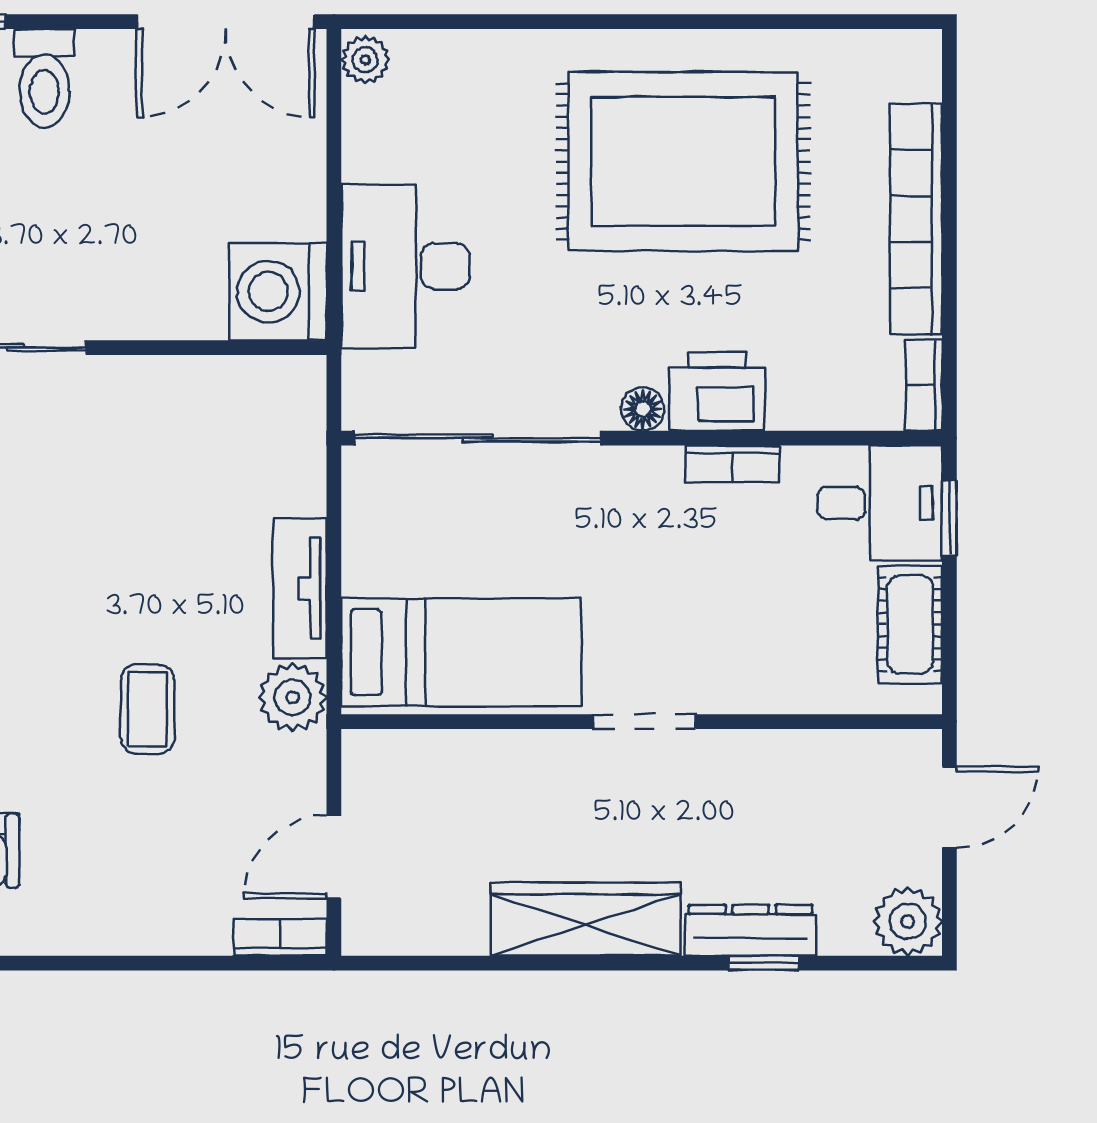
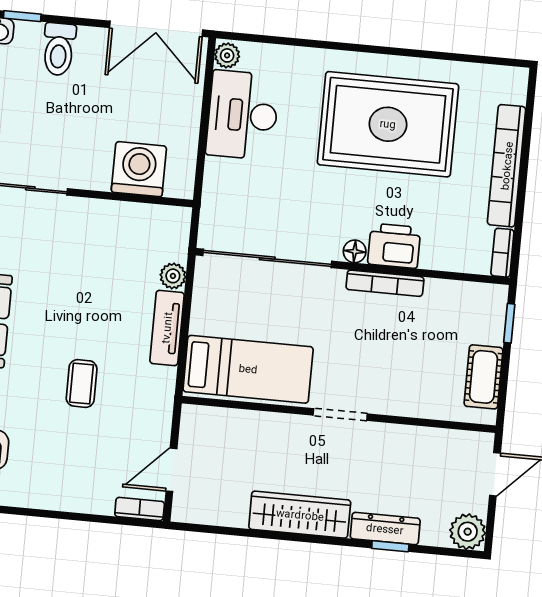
desk: (405, 266) -> (243, 115), moved
washing machine: (278, 292) -> (139, 169), moved, turned 90
bookcase: (732, 464) -> (385, 283), width x1.56
desk: (880, 503) -> (474, 312), removed
plant: (293, 697) -> (173, 276), moved, width x0.73, depth x0.73

